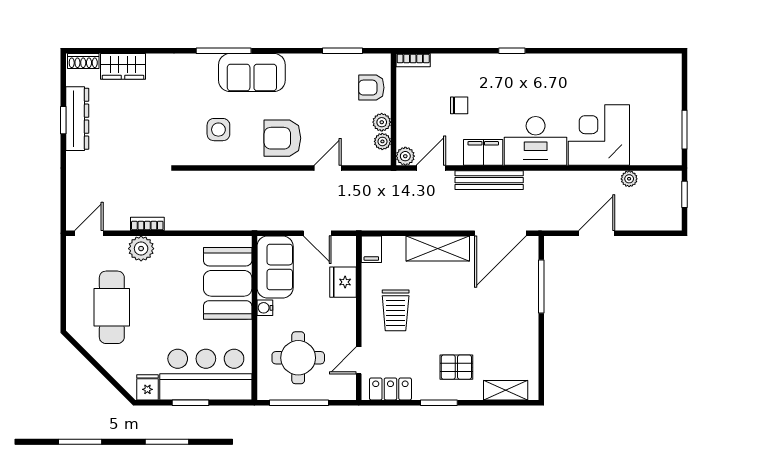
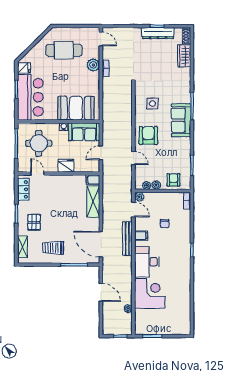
filing cabinet: (483, 152) -> (141, 236), width x0.50
shelving: (438, 248) -> (93, 201), moved
fridge: (343, 282) -> (66, 166), moved
trolley: (396, 310) -> (53, 248), moved

